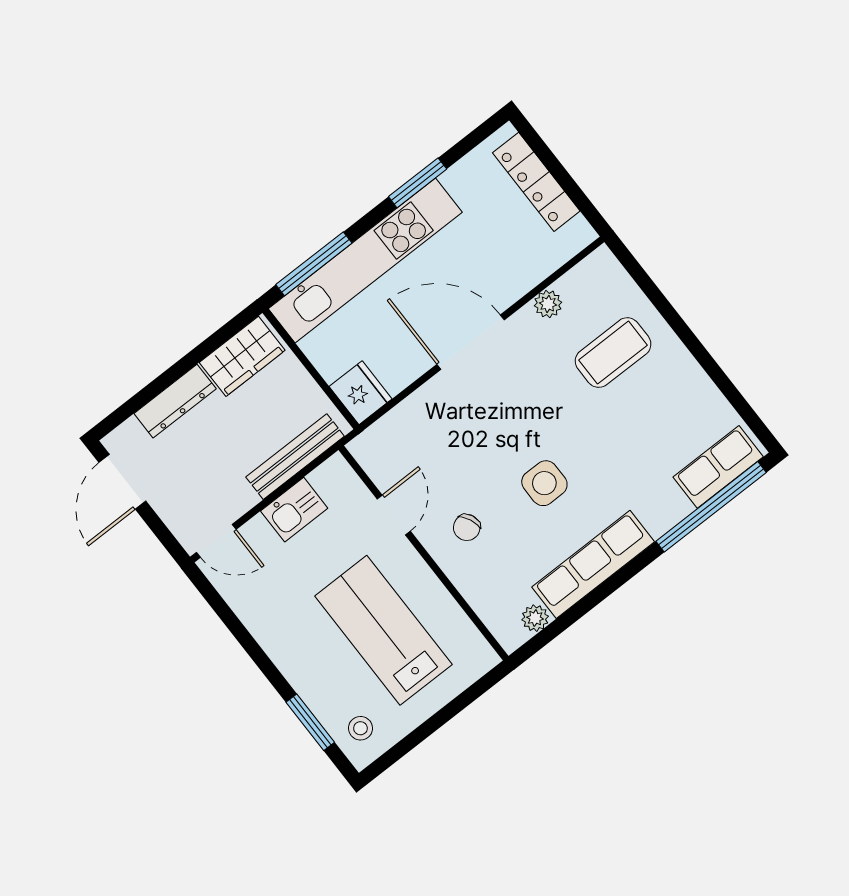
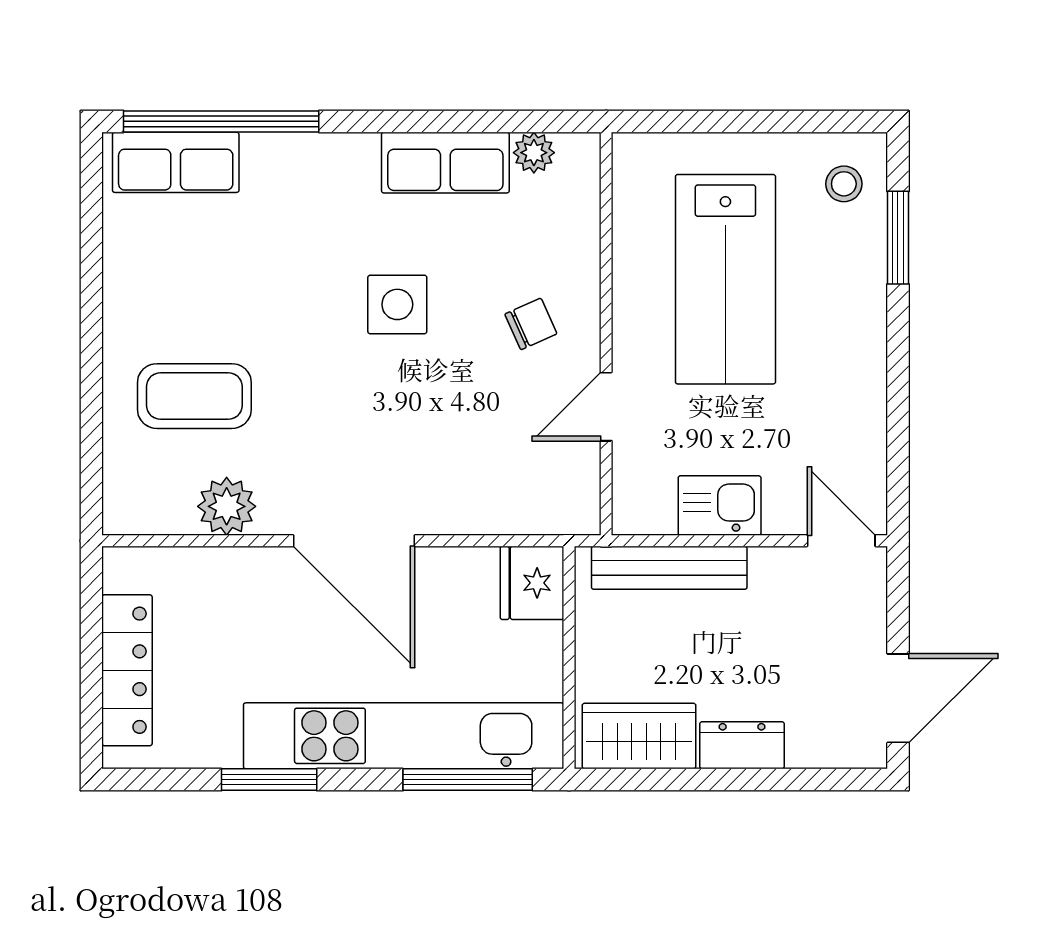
plant: (548, 304) -> (227, 506), width x1.38, depth x1.38
dresser: (175, 401) -> (742, 745), width x0.70
row of seats: (593, 564) -> (445, 163), width x0.68

